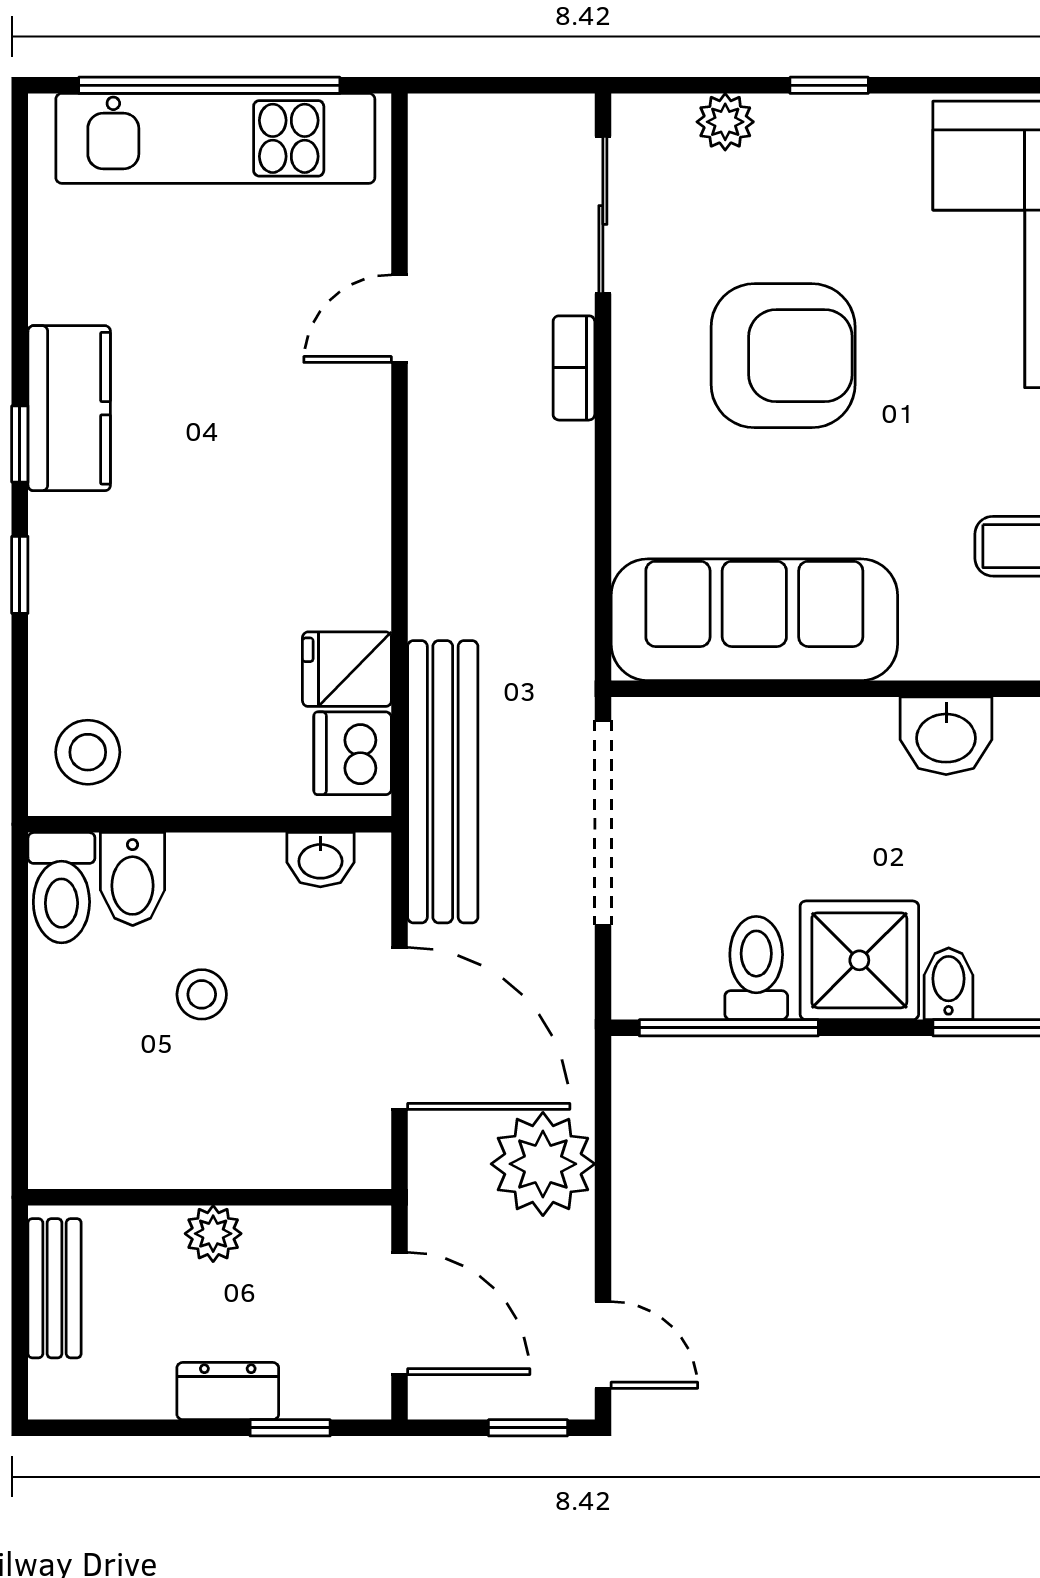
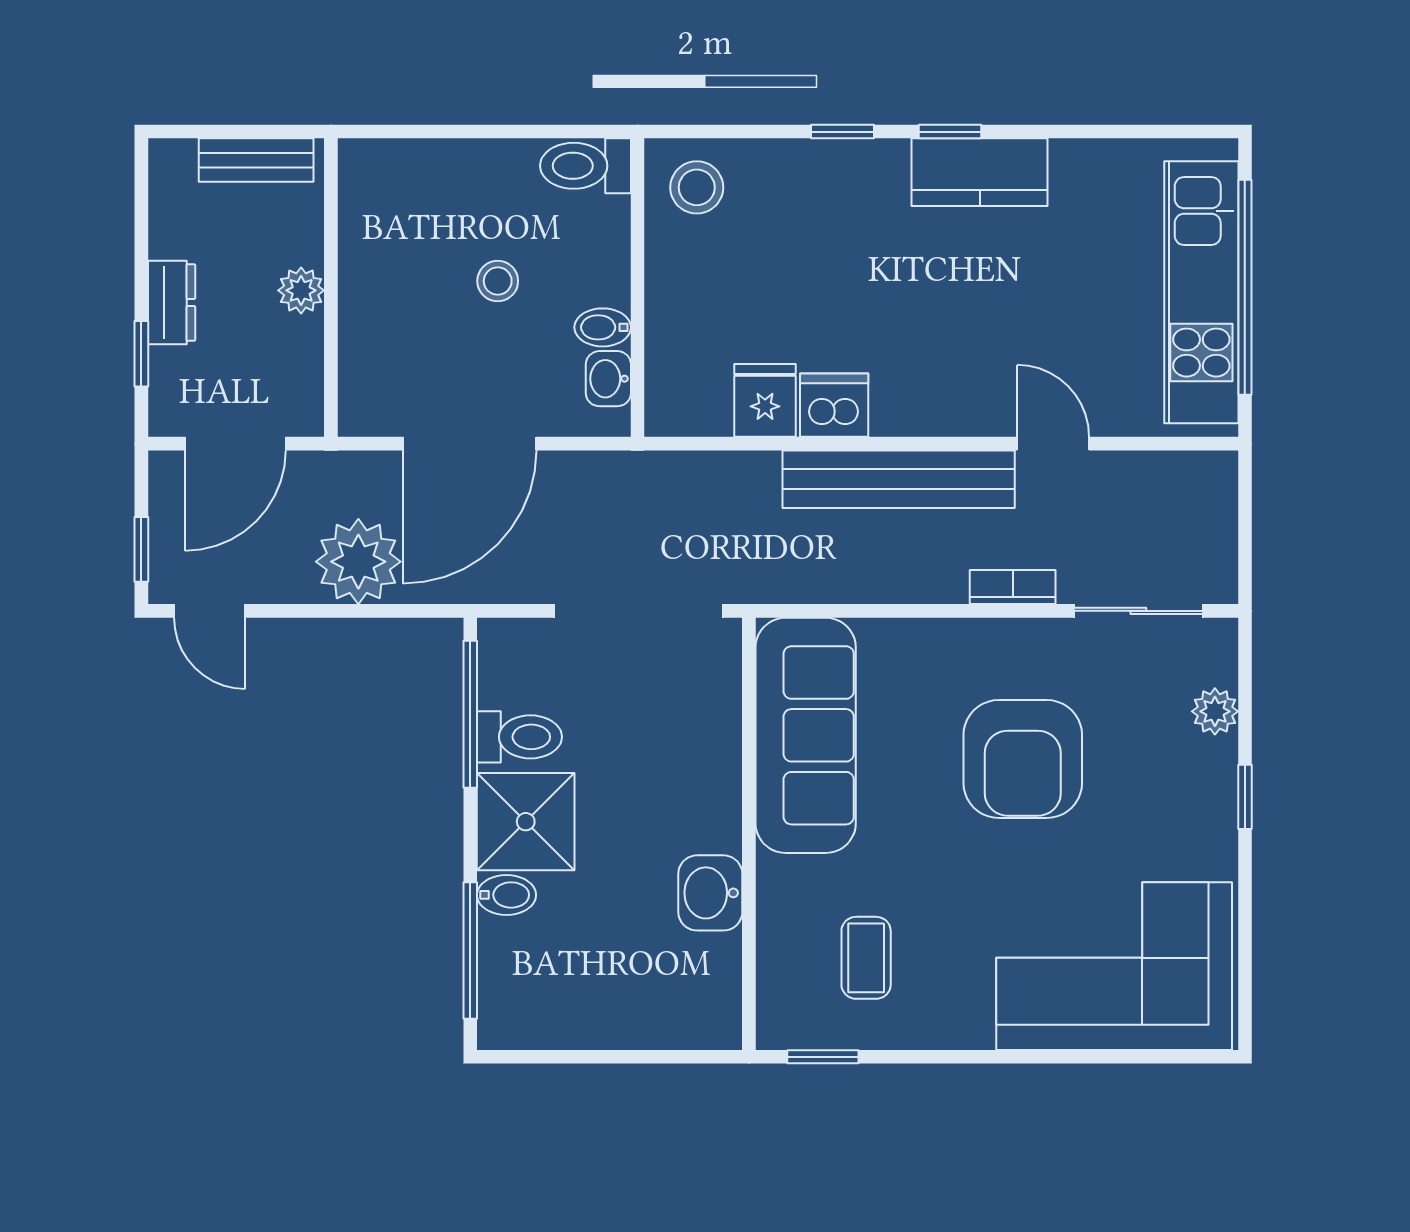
dishwasher: (353, 753) -> (834, 405), moved
bench: (443, 782) -> (899, 479), moved
bidet: (133, 879) -> (603, 327), moved, width x0.72, depth x0.74
door: (603, 1345) -> (210, 611), hinge flipped

